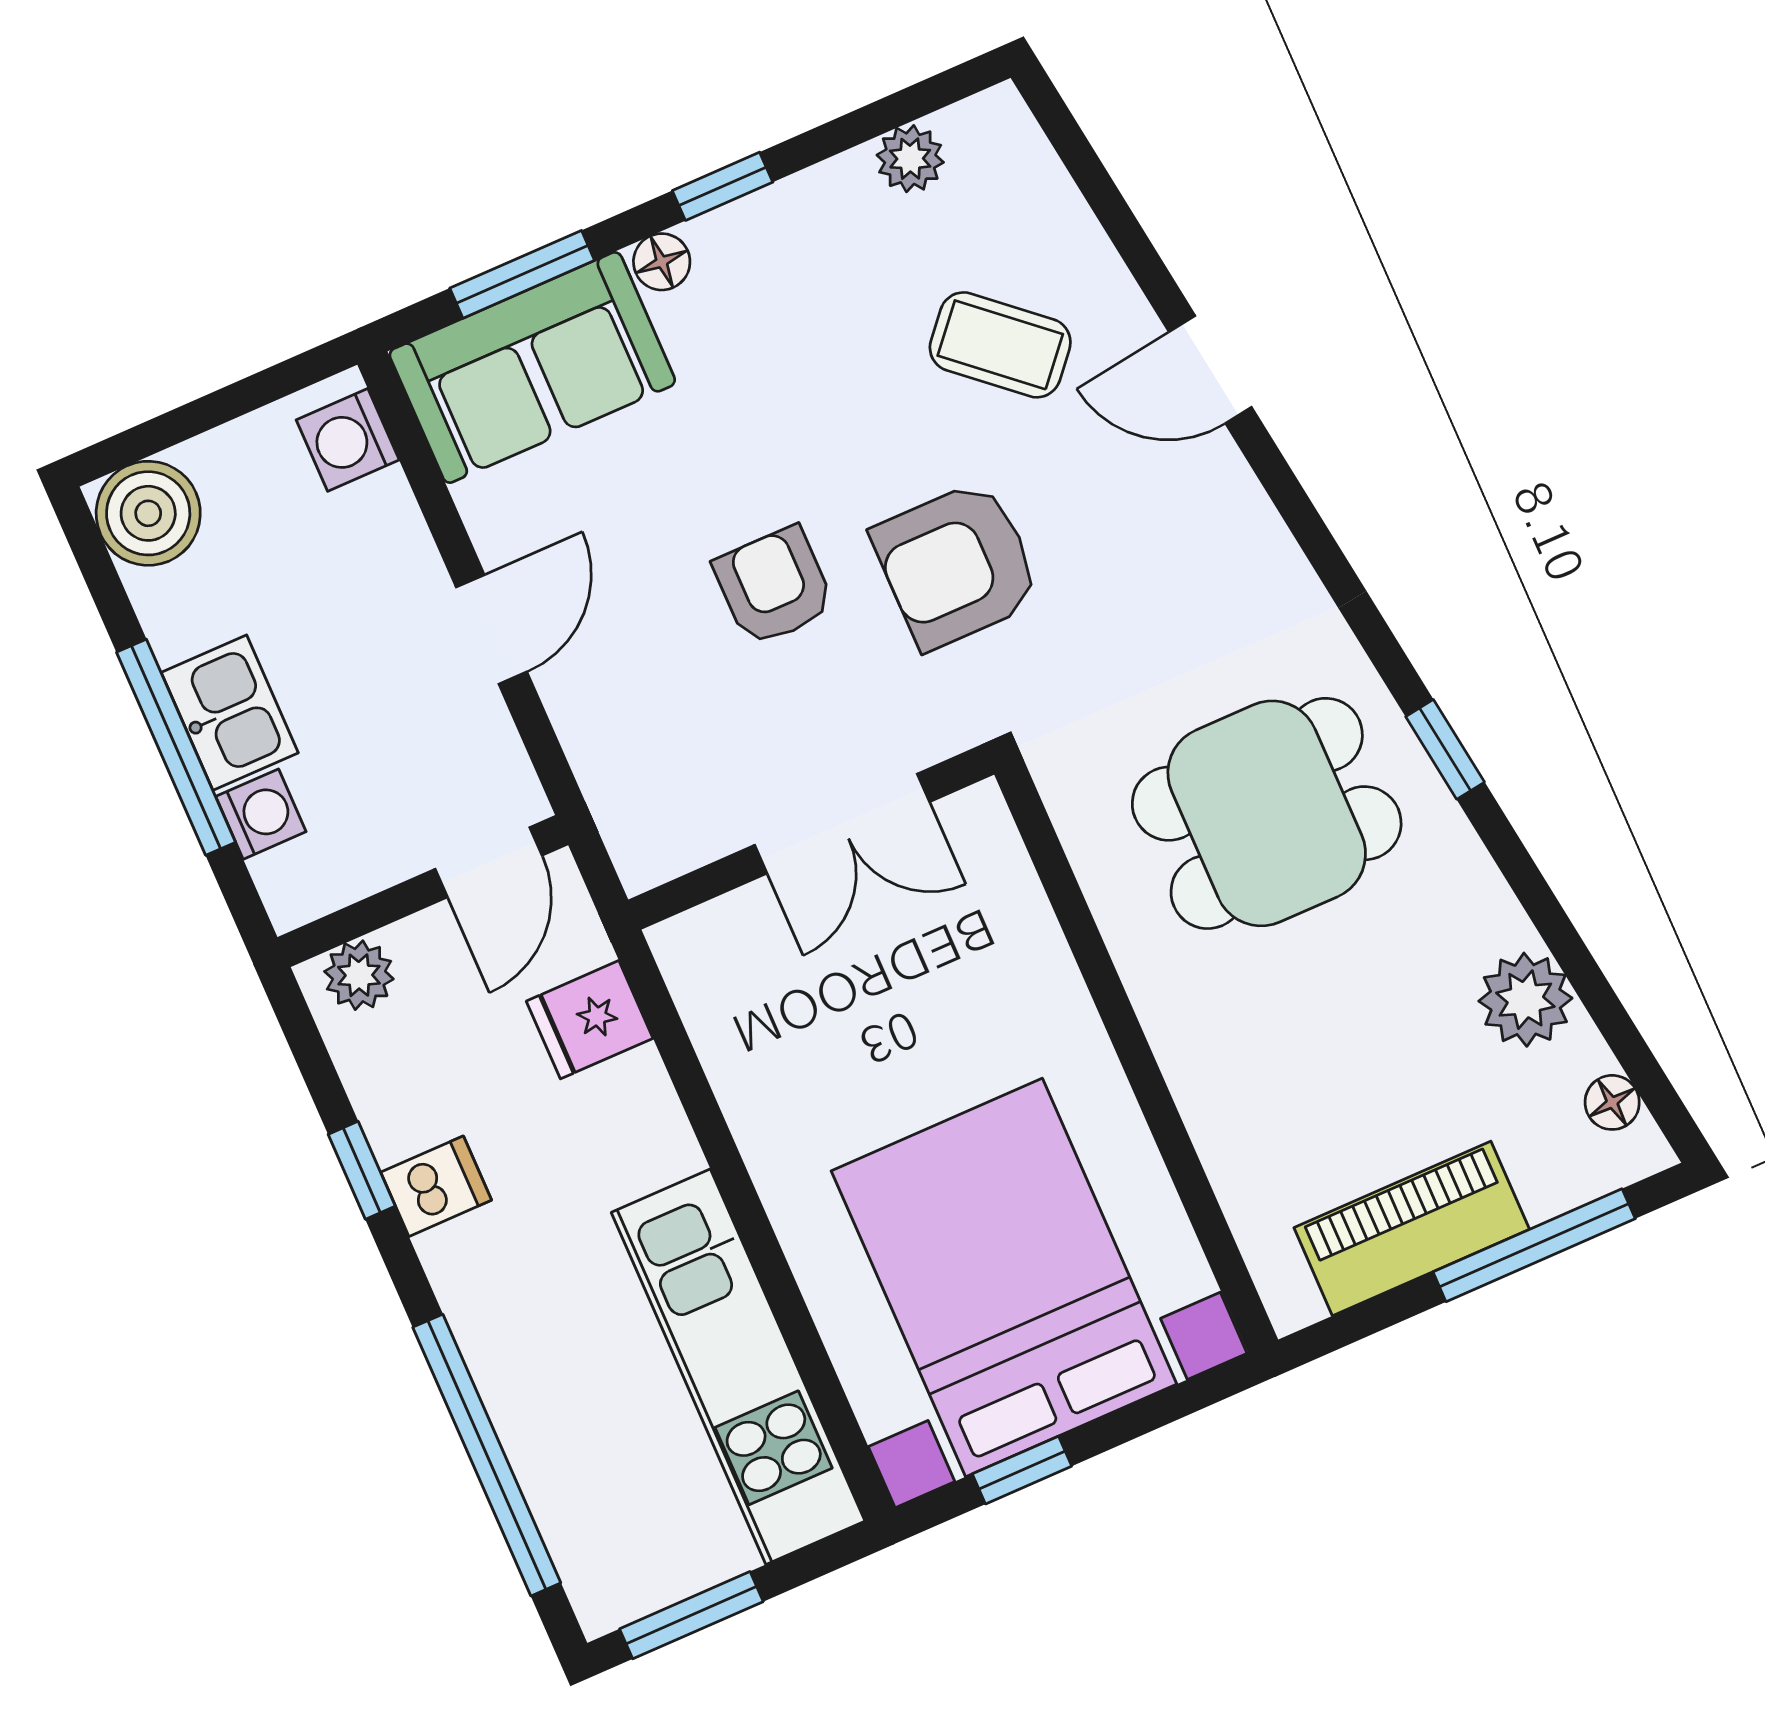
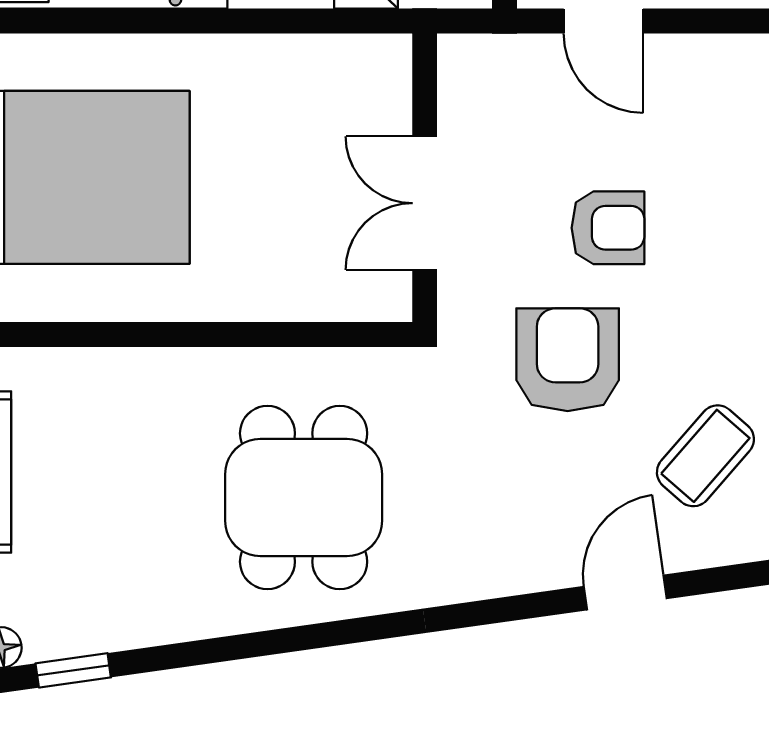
door: (492, 629) -> (603, 21), moved
window: (1445, 749) -> (73, 670), moved
plant: (1525, 1000) -> (98, 619), removed

